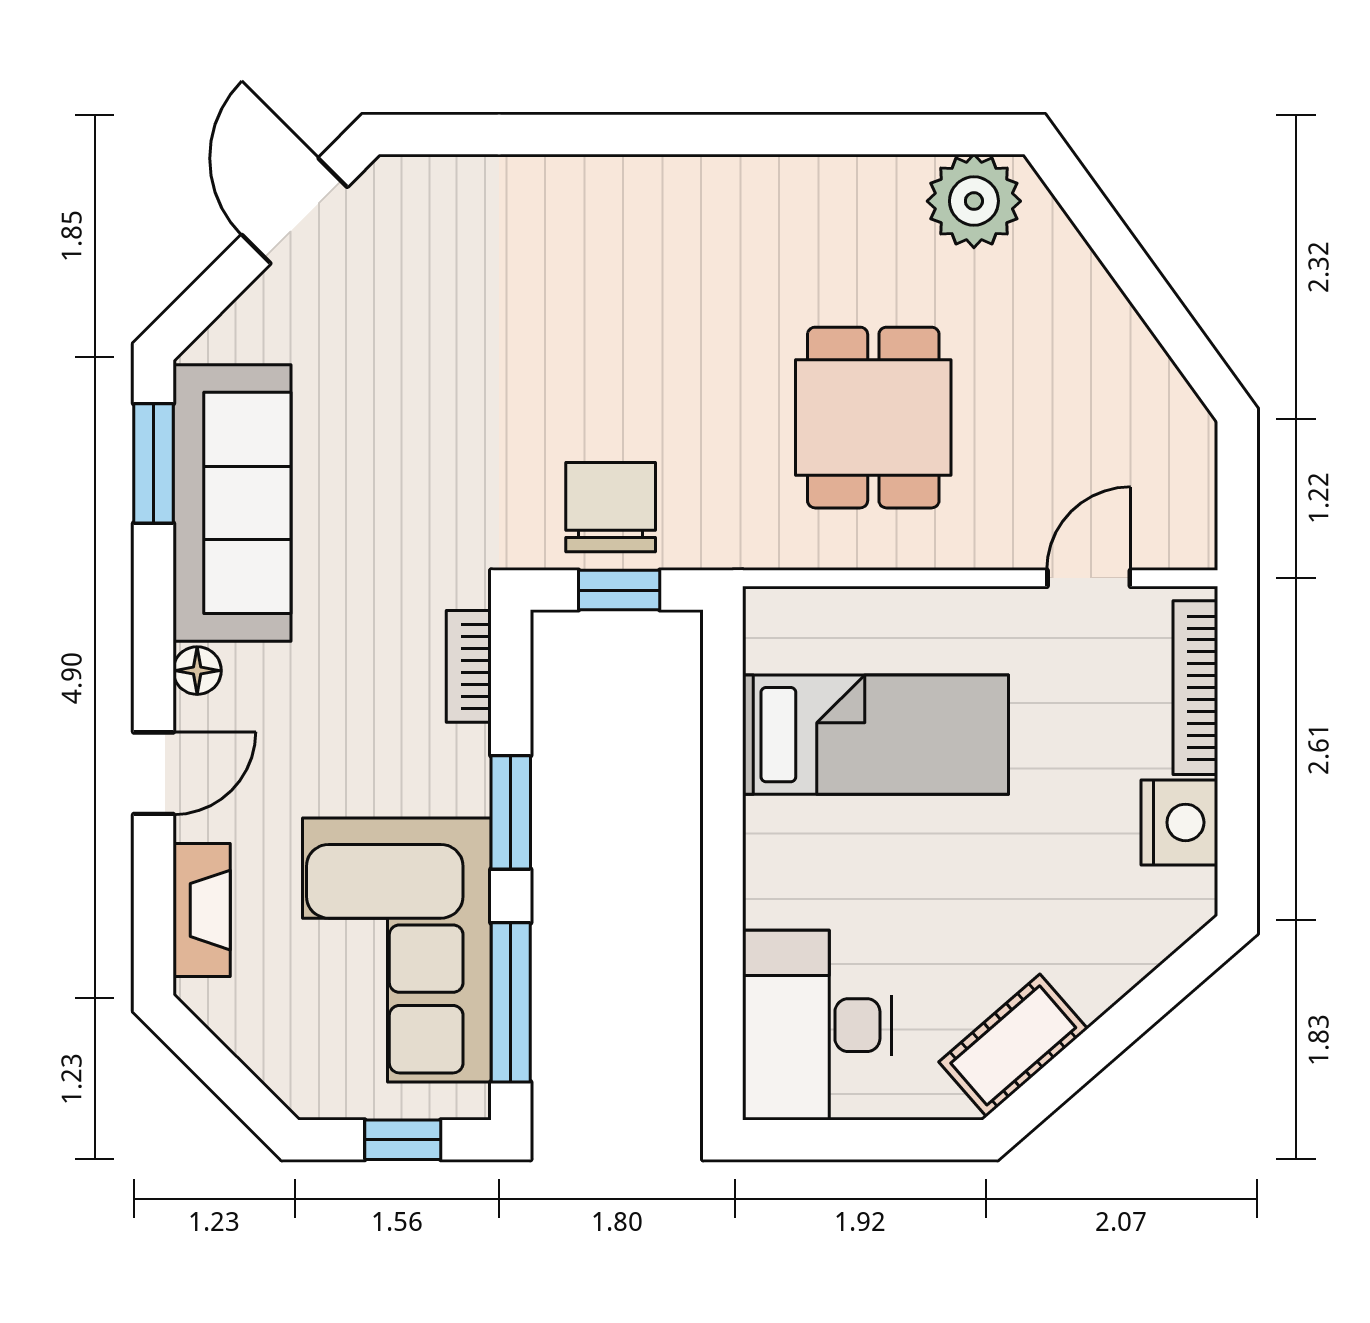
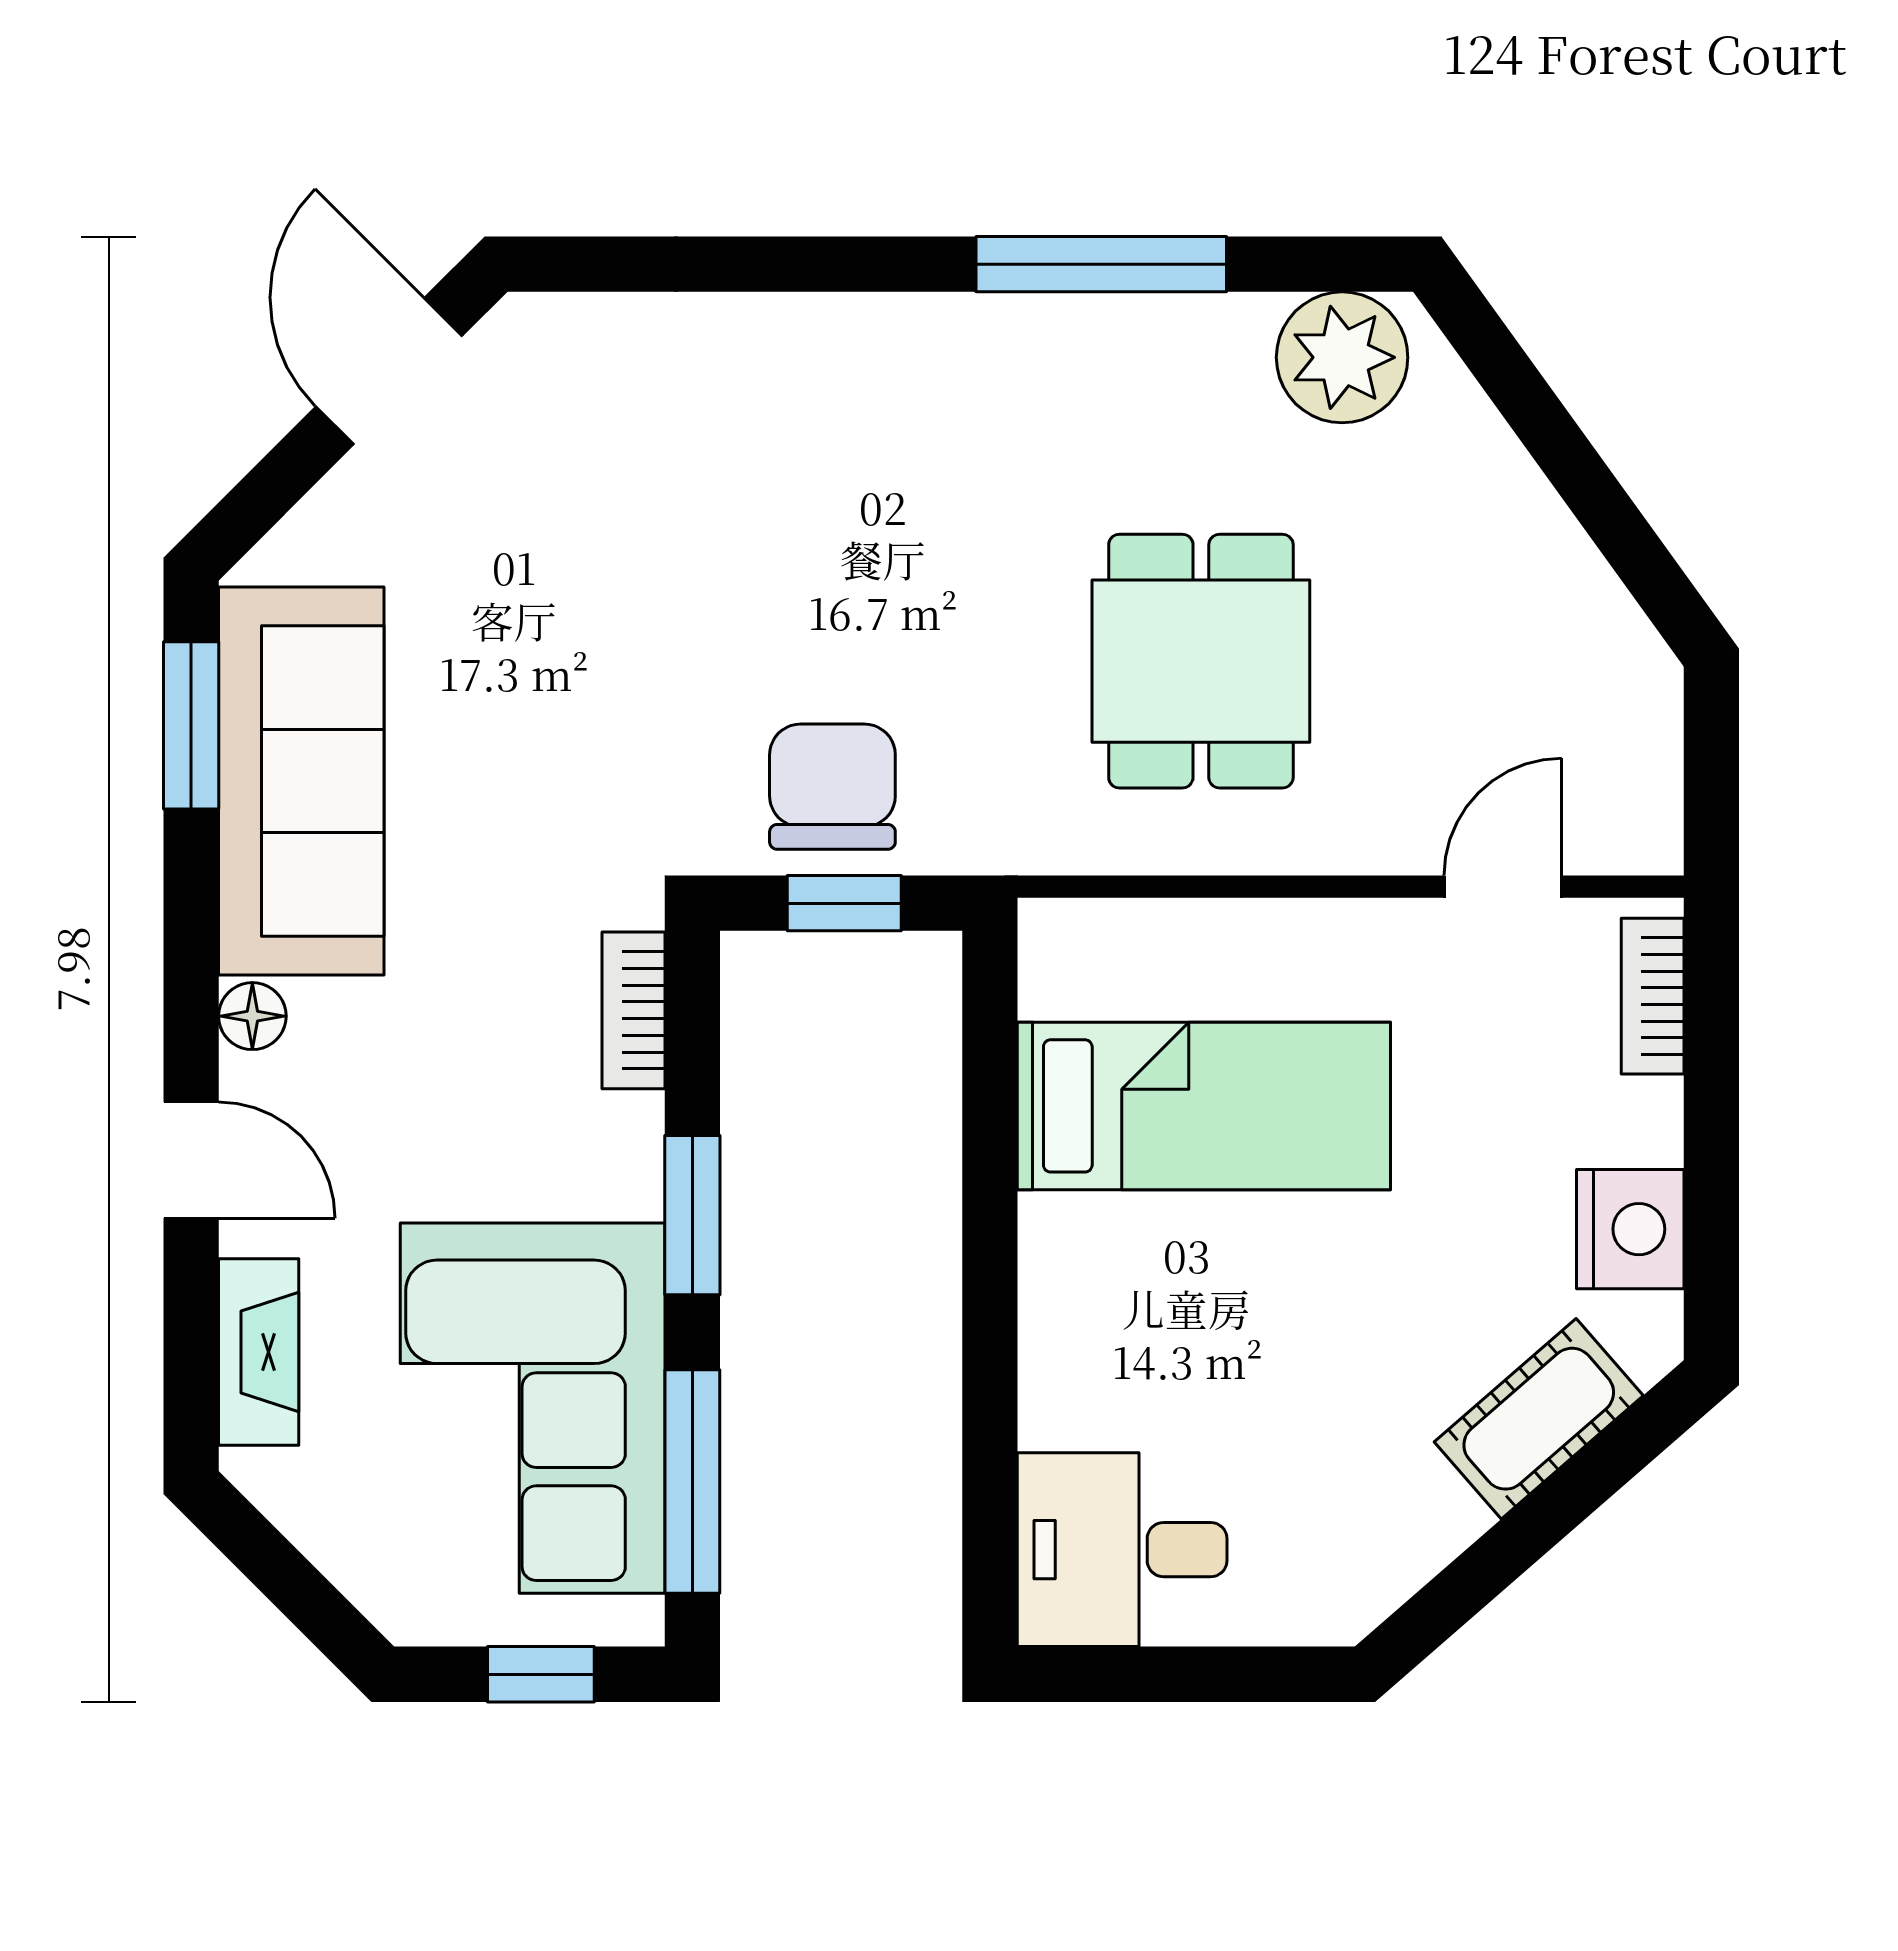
window: (802, 135) -> (1101, 264), added
bookcase: (1195, 688) -> (1653, 996), width x0.64
door: (154, 773) -> (191, 1160), hinge flipped
desk: (817, 1025) -> (1122, 1550), width x0.73
cot: (1013, 1045) -> (1539, 1419), moved

